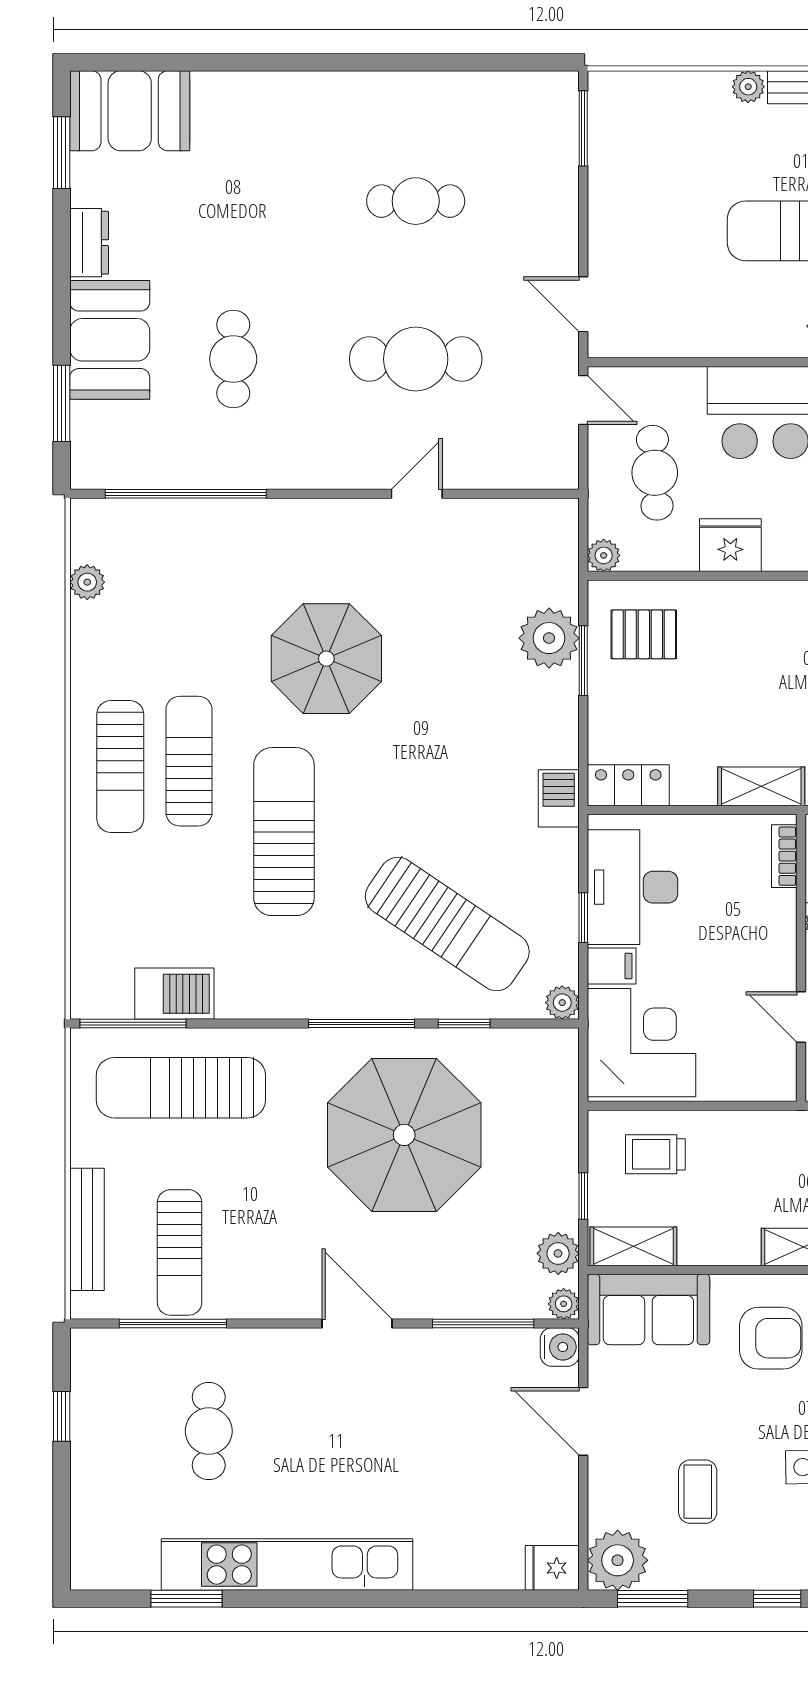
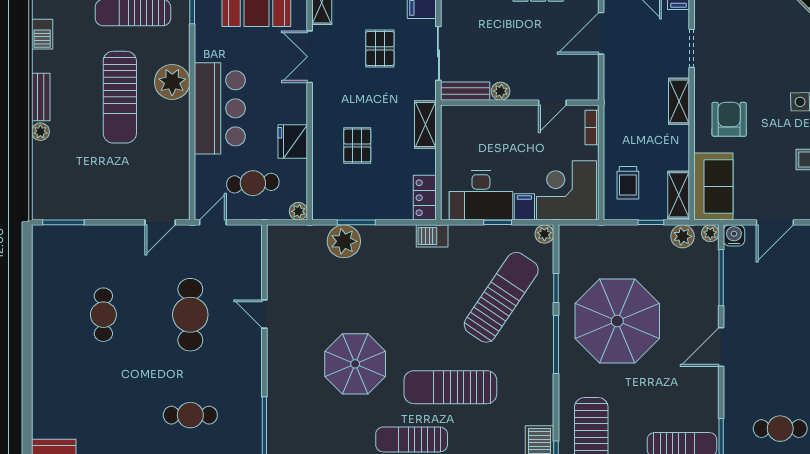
pallet: (644, 634) -> (357, 145), moved
bookcase: (784, 856) -> (592, 127), moved, turned 90

